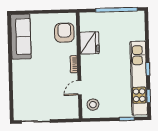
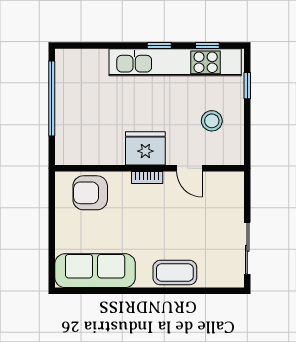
fridge: (90, 43) -> (145, 148), moved
coffee table: (21, 81) -> (175, 273), added
stool: (93, 105) -> (212, 121), moved

